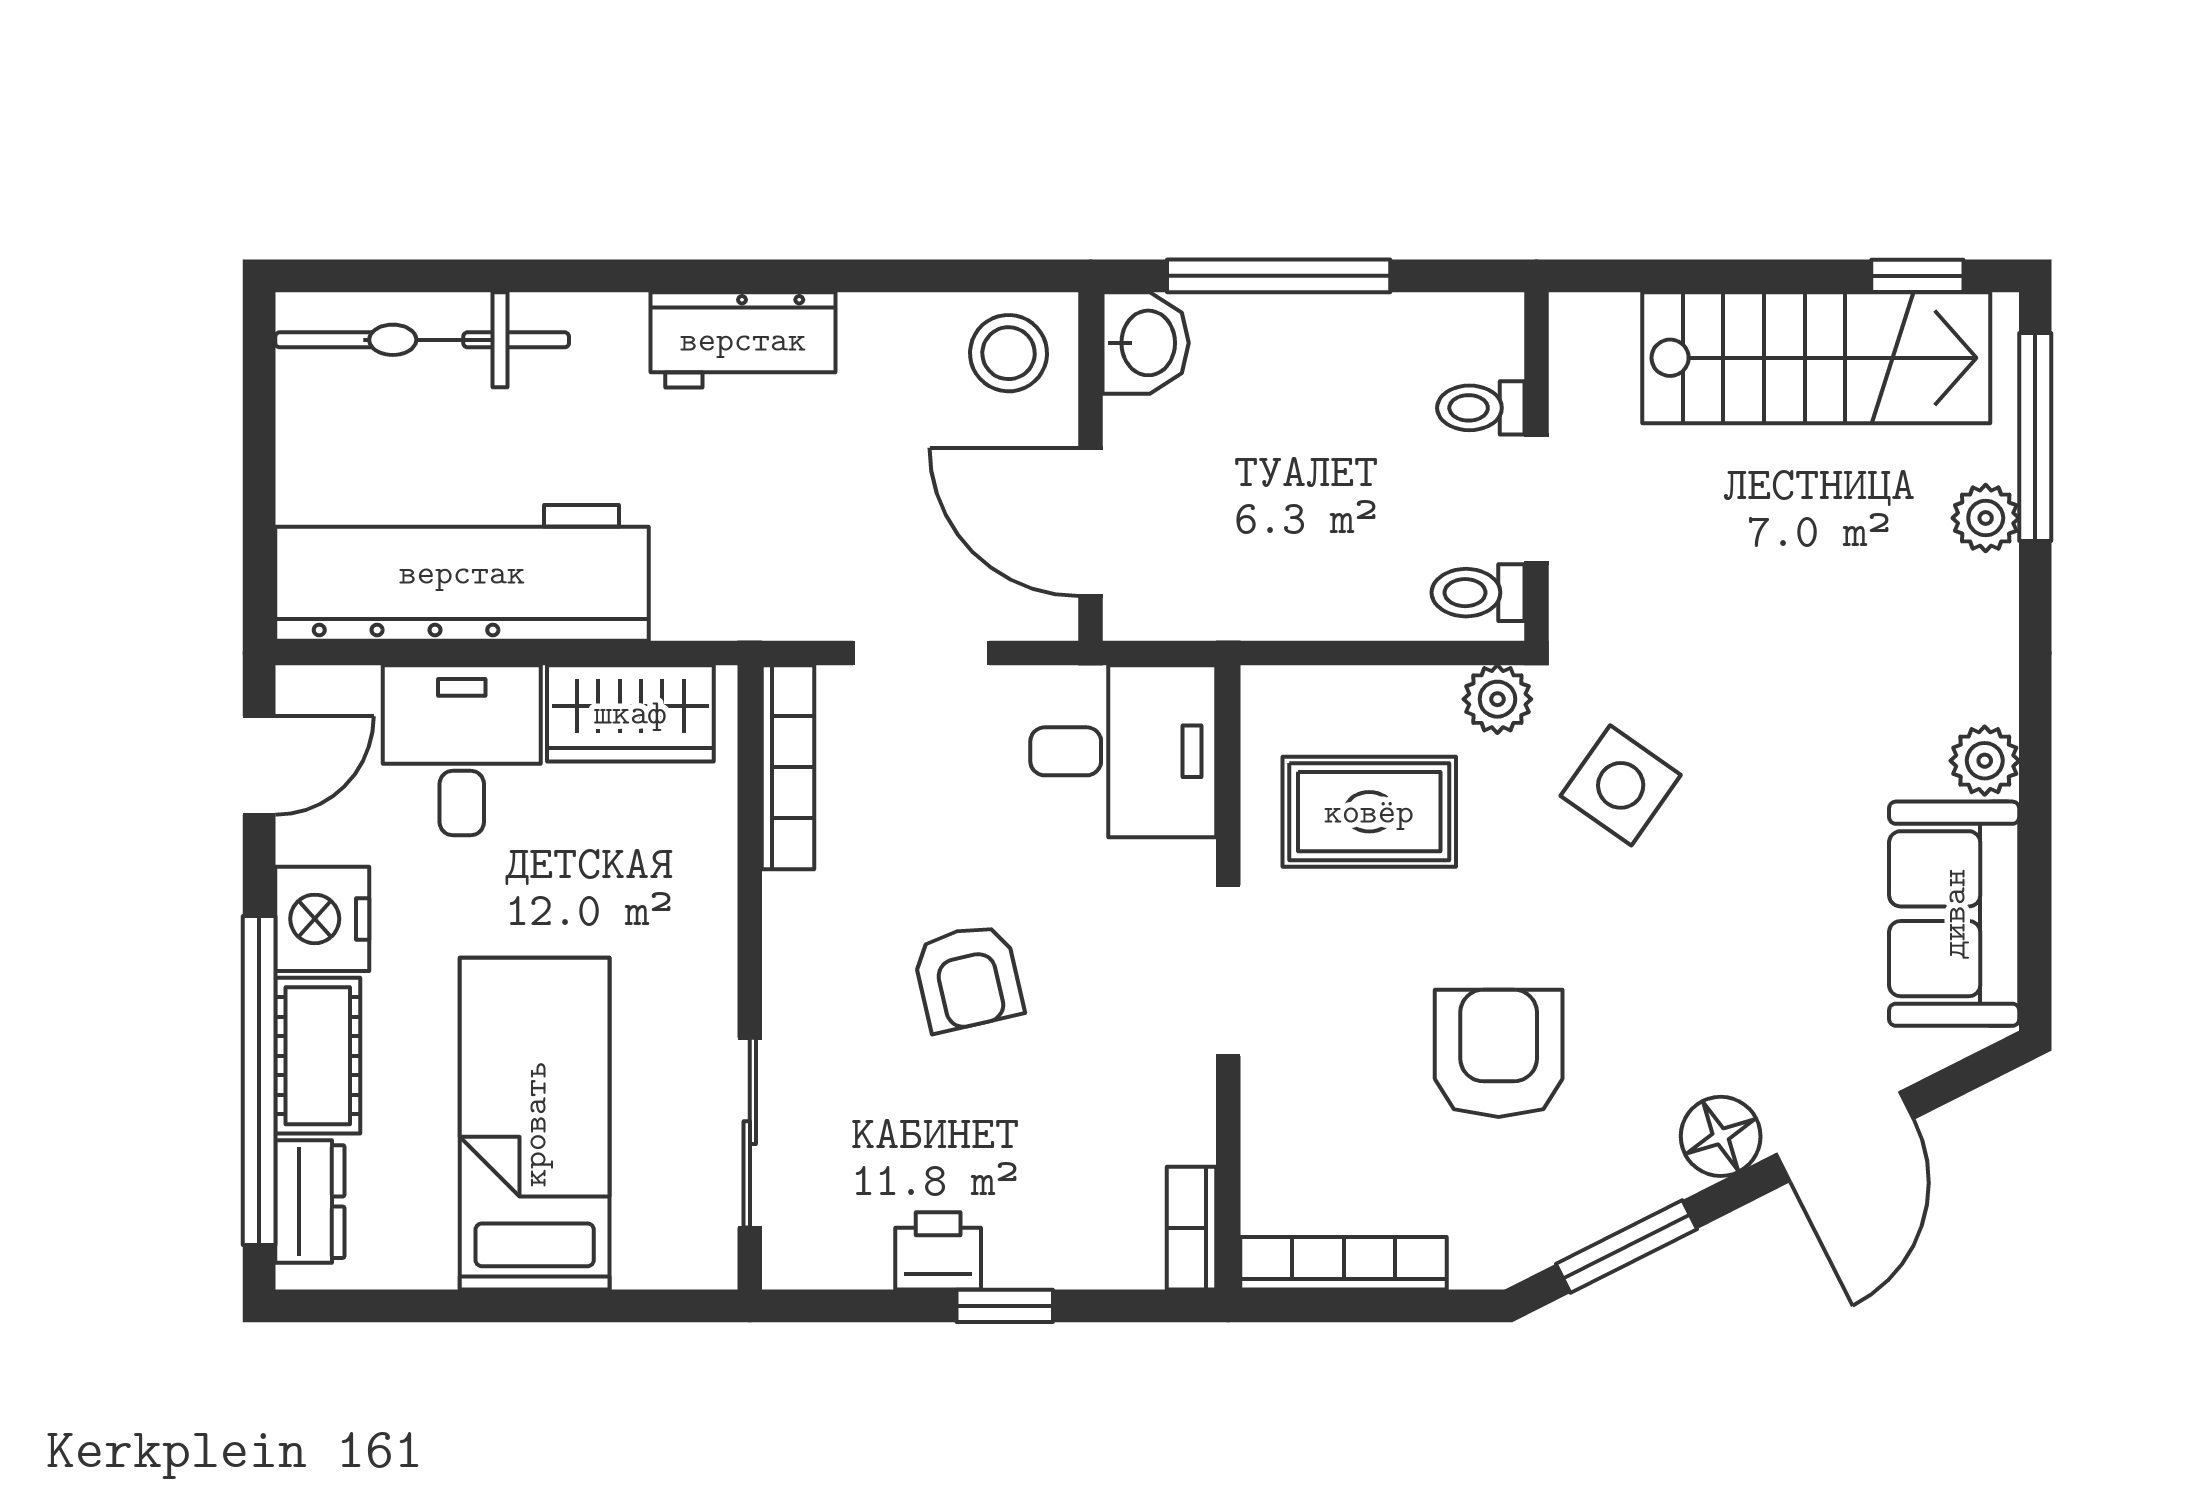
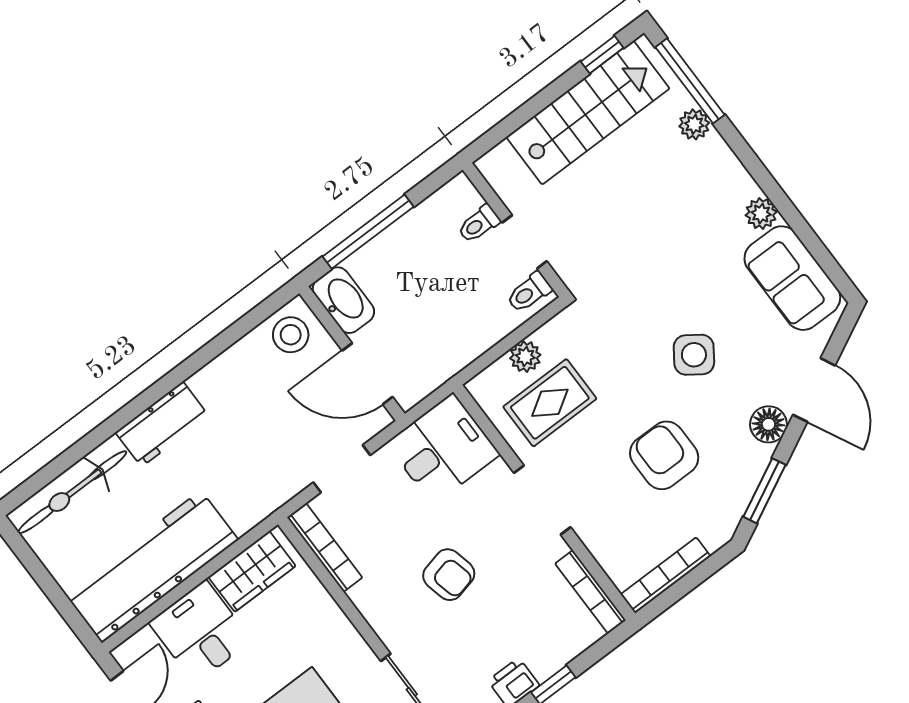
workbench: (743, 340) -> (162, 424), moved
washbasin: (1146, 343) -> (343, 300), width x1.38
plant: (1497, 699) -> (525, 357), moved
side table: (1621, 785) -> (694, 355), moved
bookcase: (1192, 1228) -> (591, 592), width x1.56

